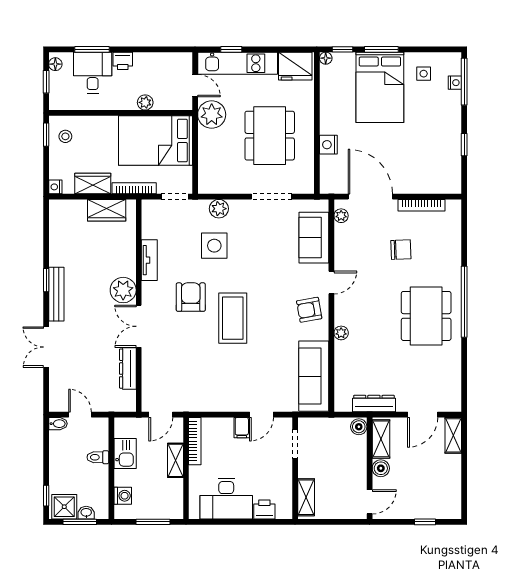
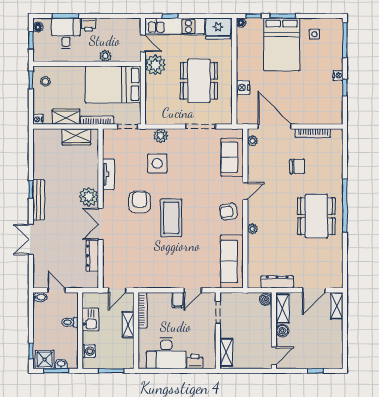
nightstand: (455, 83) -> (338, 75), moved

